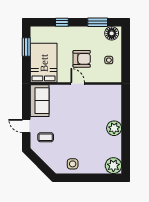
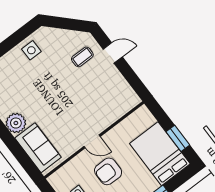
bed: (44, 63) -> (160, 154), moved, turned 180
sofa: (40, 101) -> (38, 148), moved, turned 180

